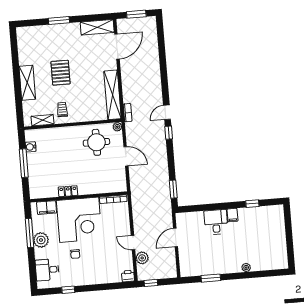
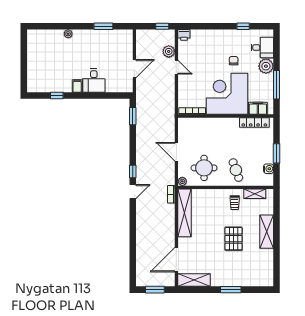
cafe table: (64, 143) -> (236, 170), added
window: (24, 163) -> (277, 153), width x0.69
locker: (68, 191) -> (254, 122), moved, width x1.53
plant: (41, 240) -> (266, 66), moved

